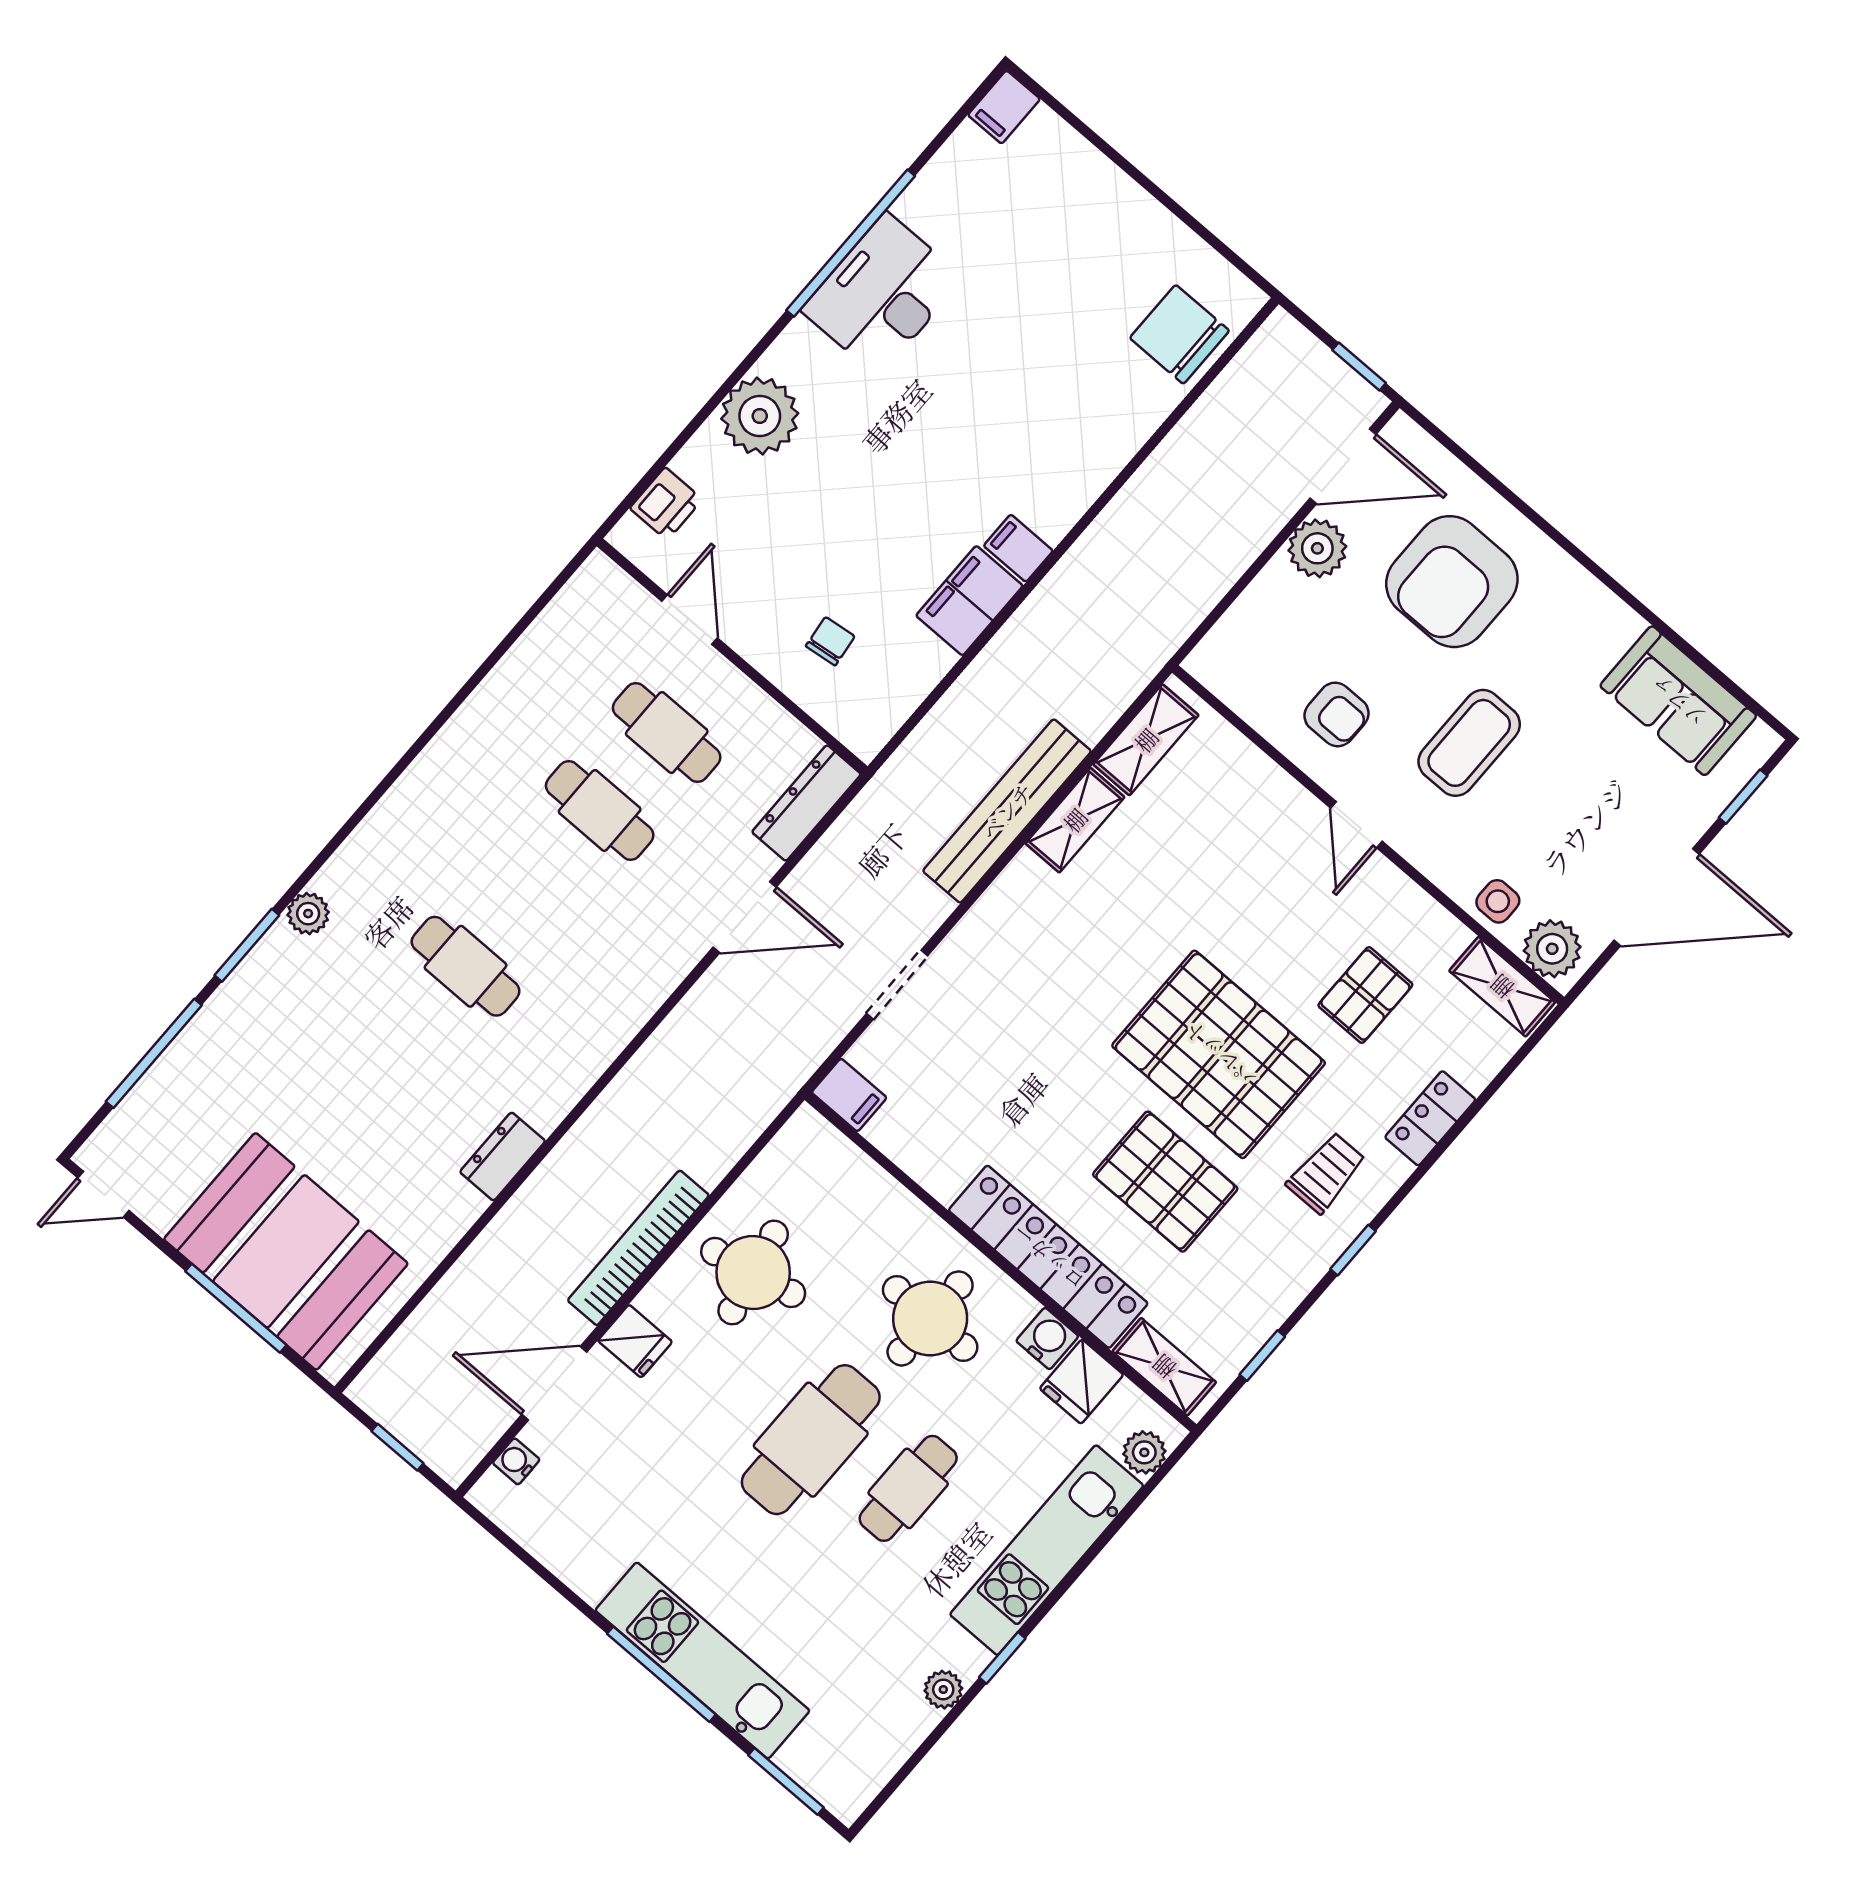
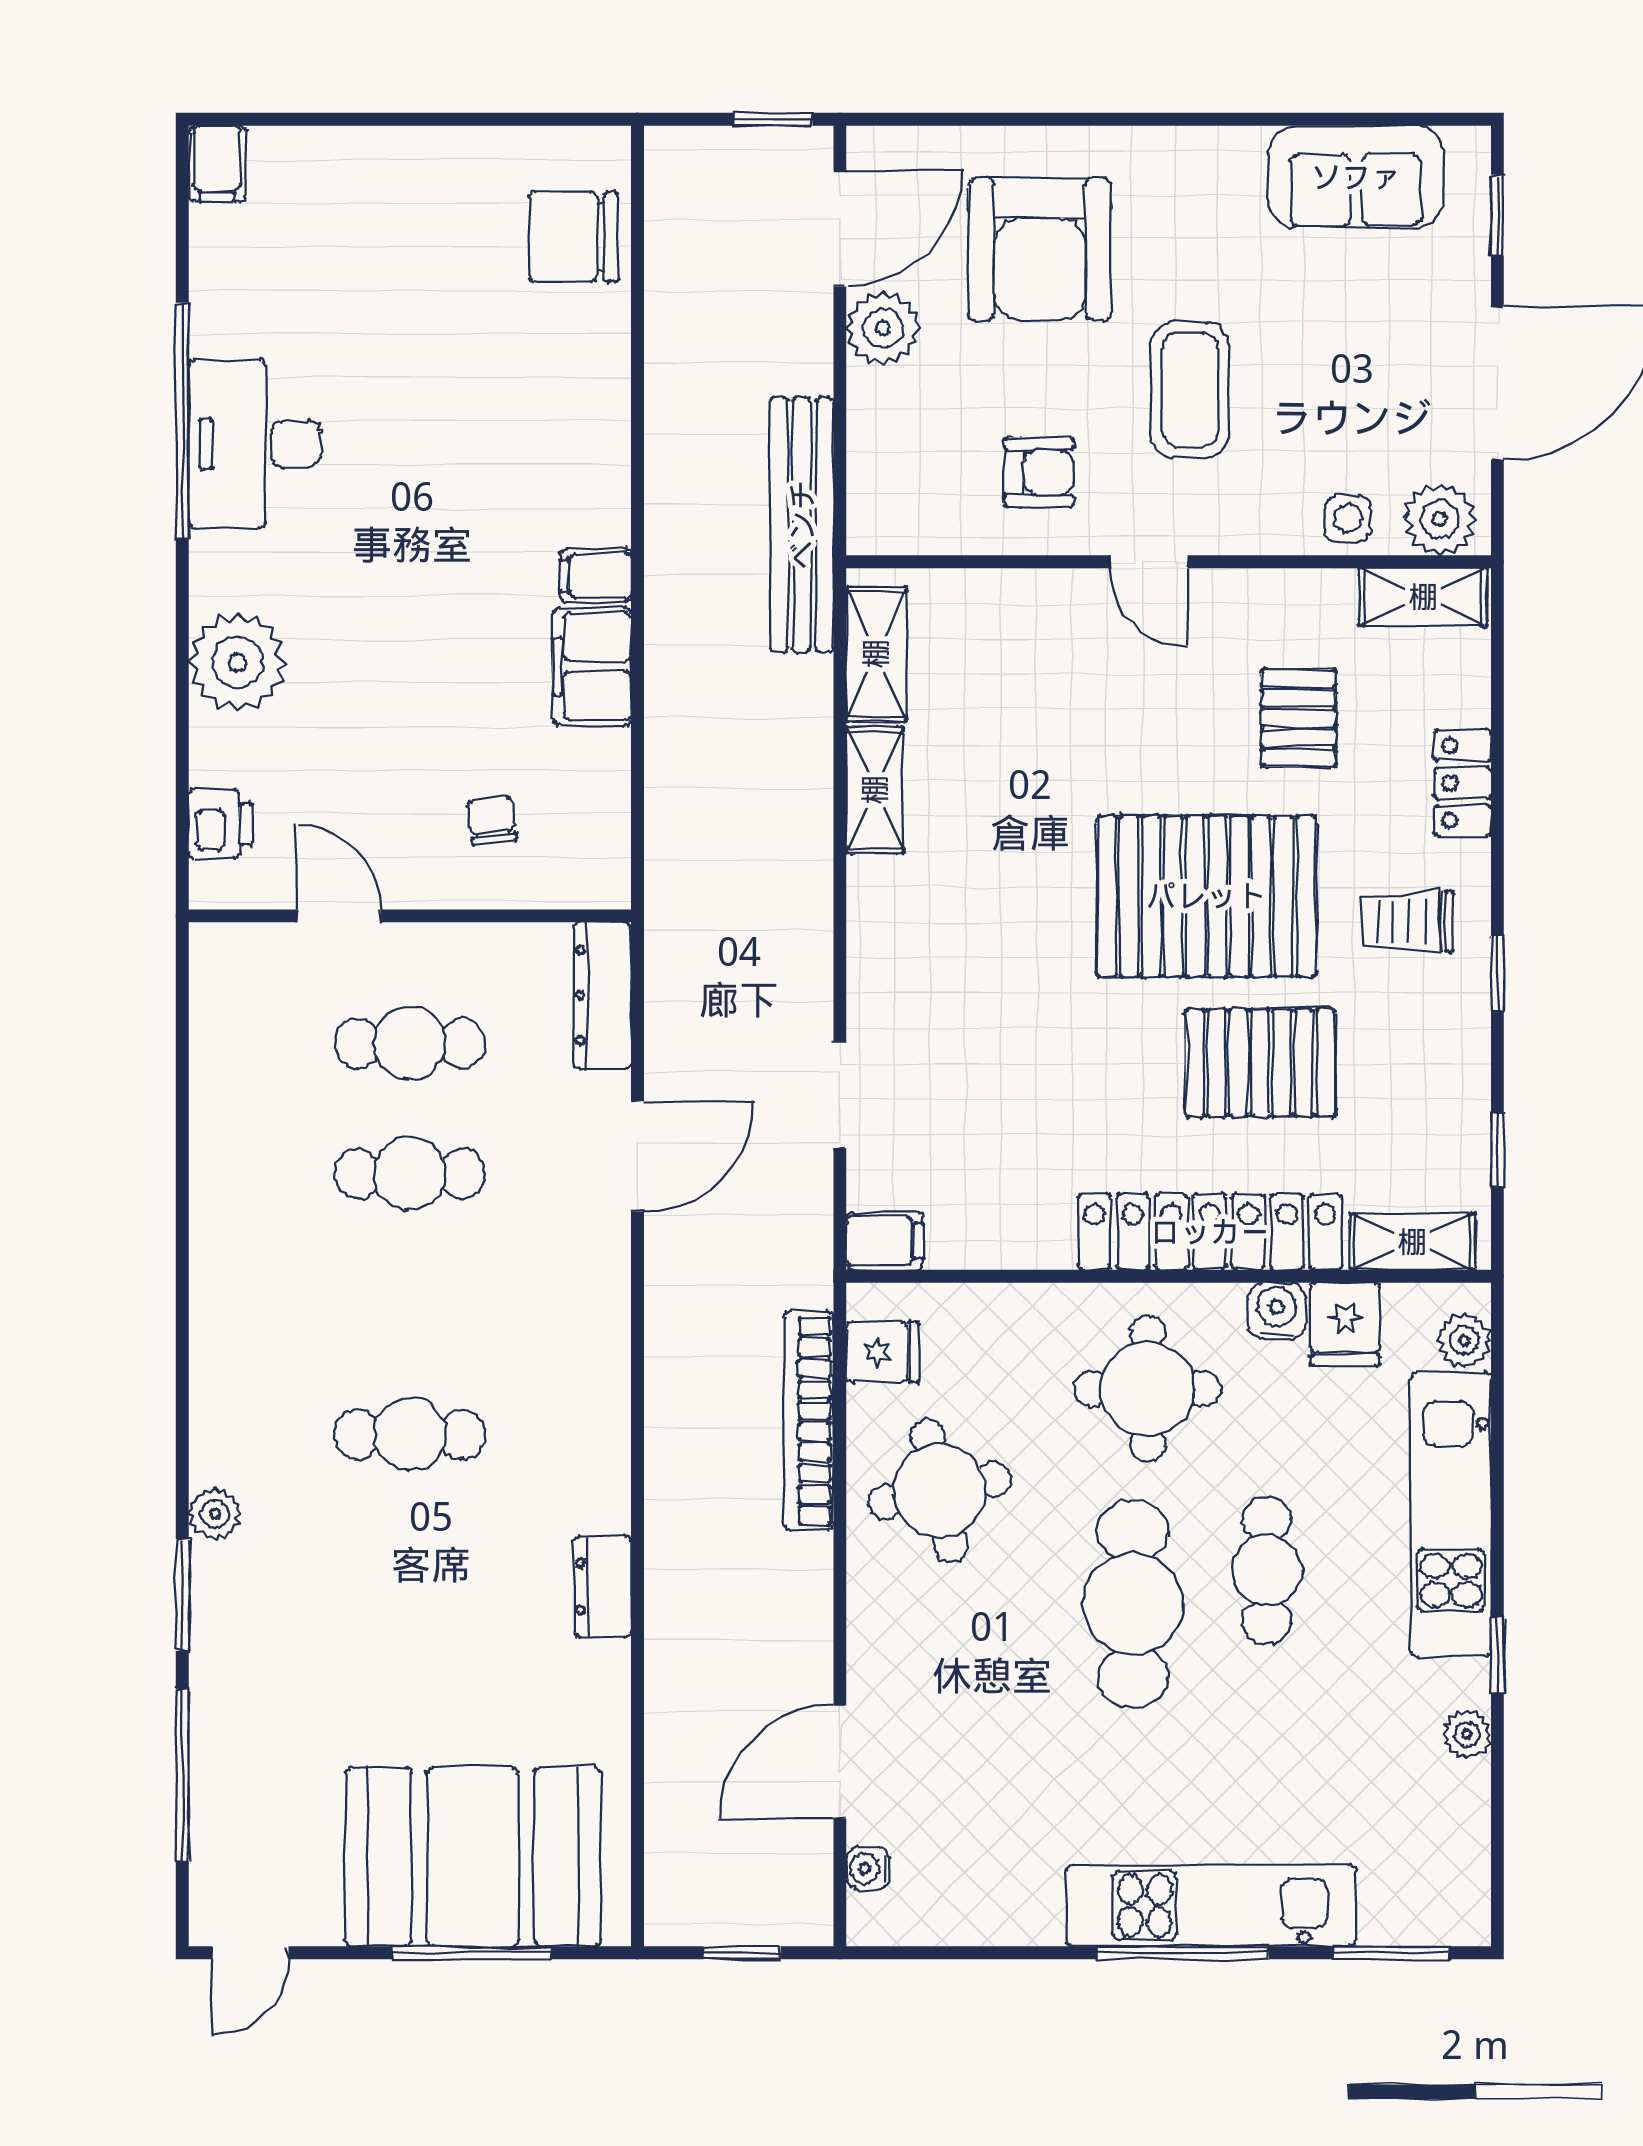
bench: (1007, 811) -> (802, 525), moved
trolley: (1326, 1173) -> (1408, 921), turned -90
bookcase: (638, 1248) -> (809, 1421), moved
fridge: (635, 1341) -> (883, 1352), moved

